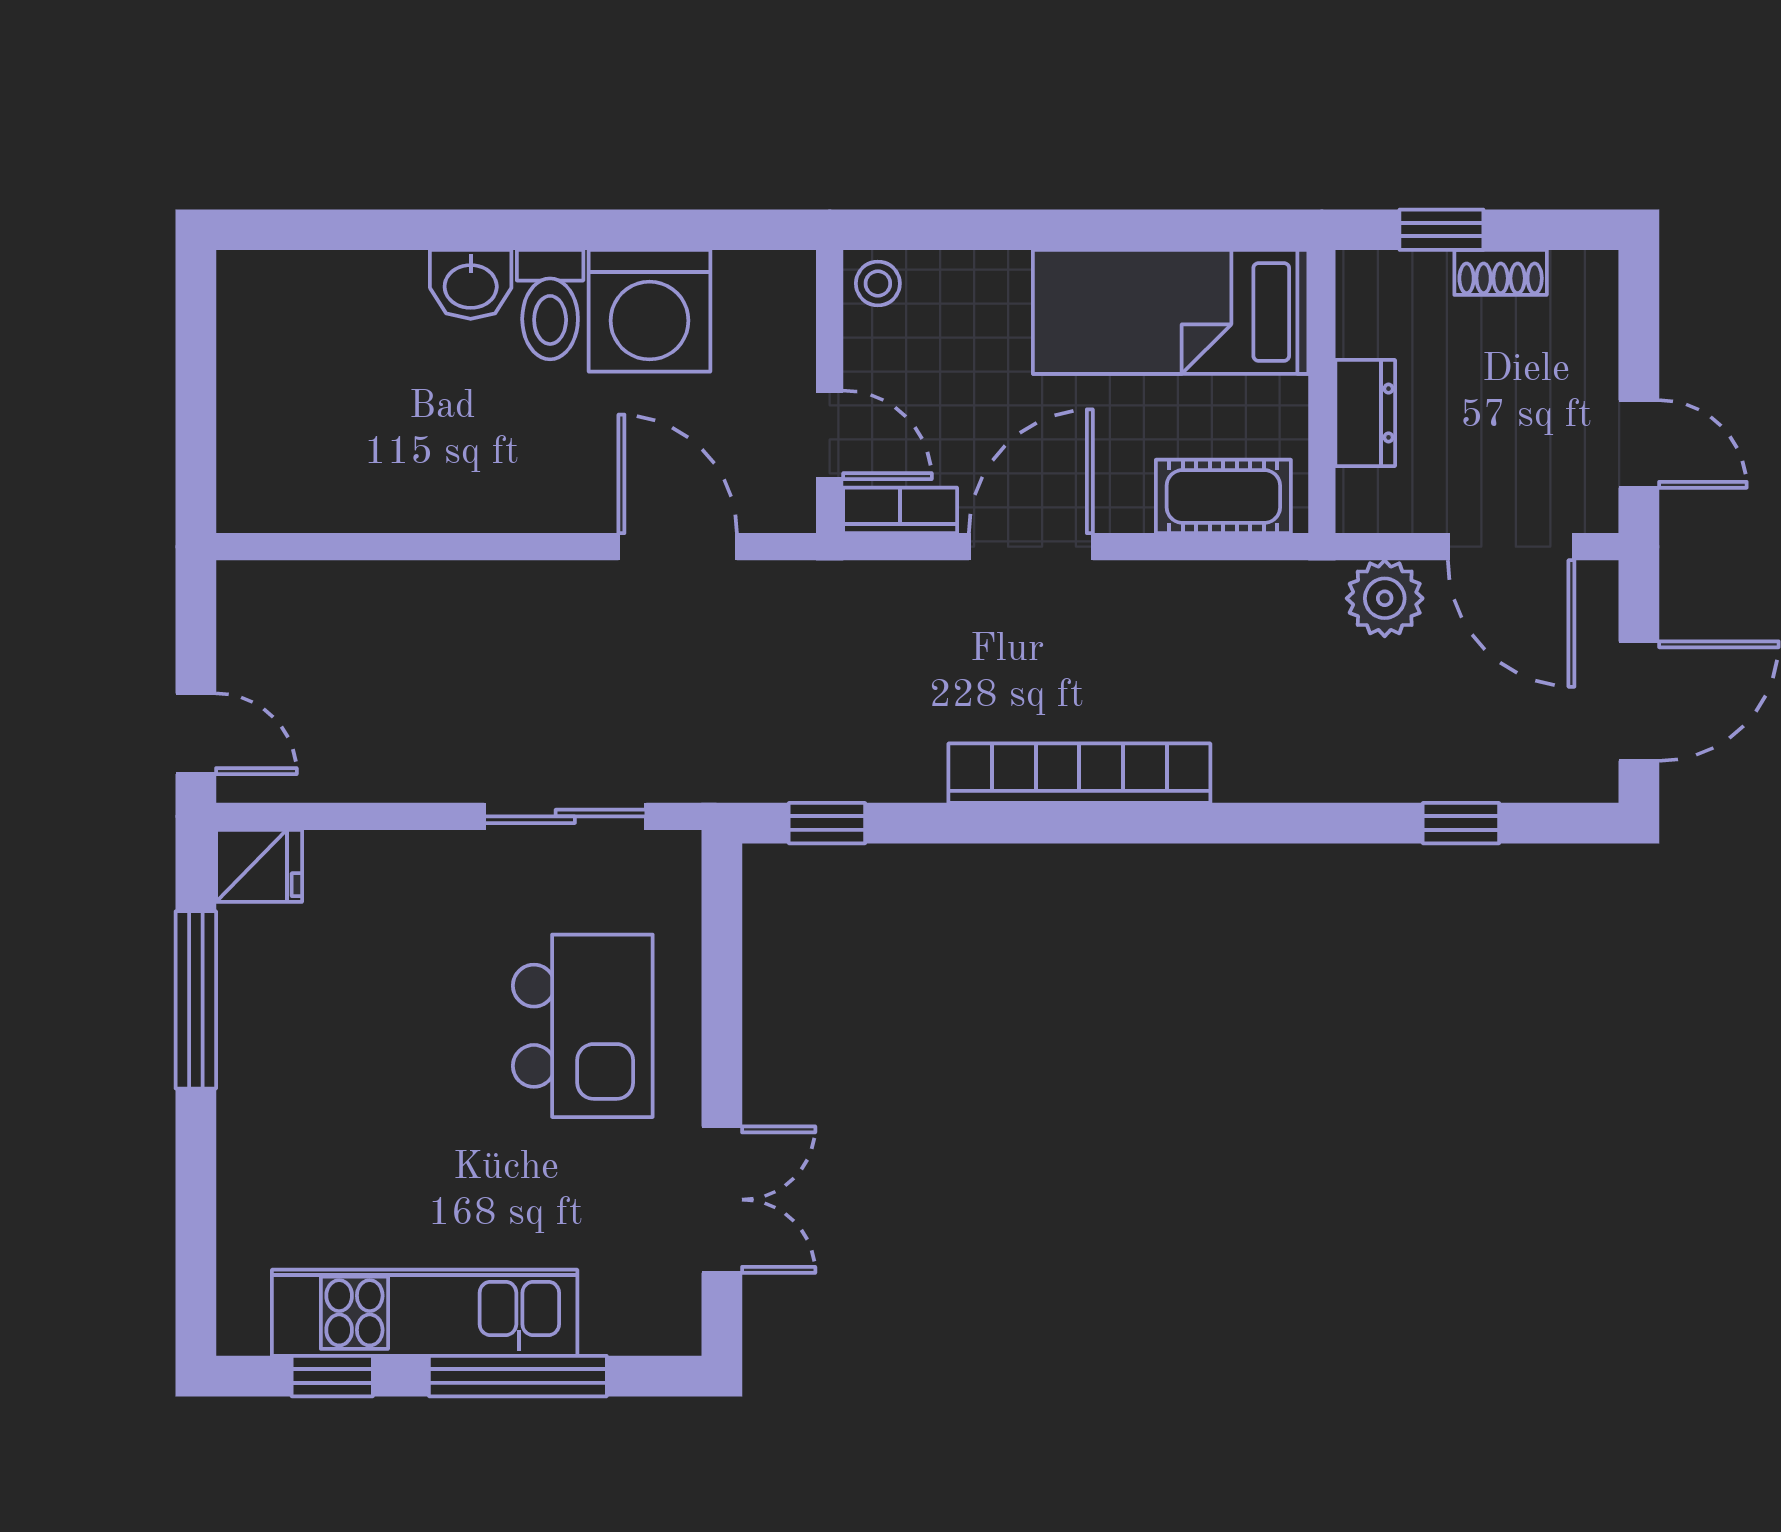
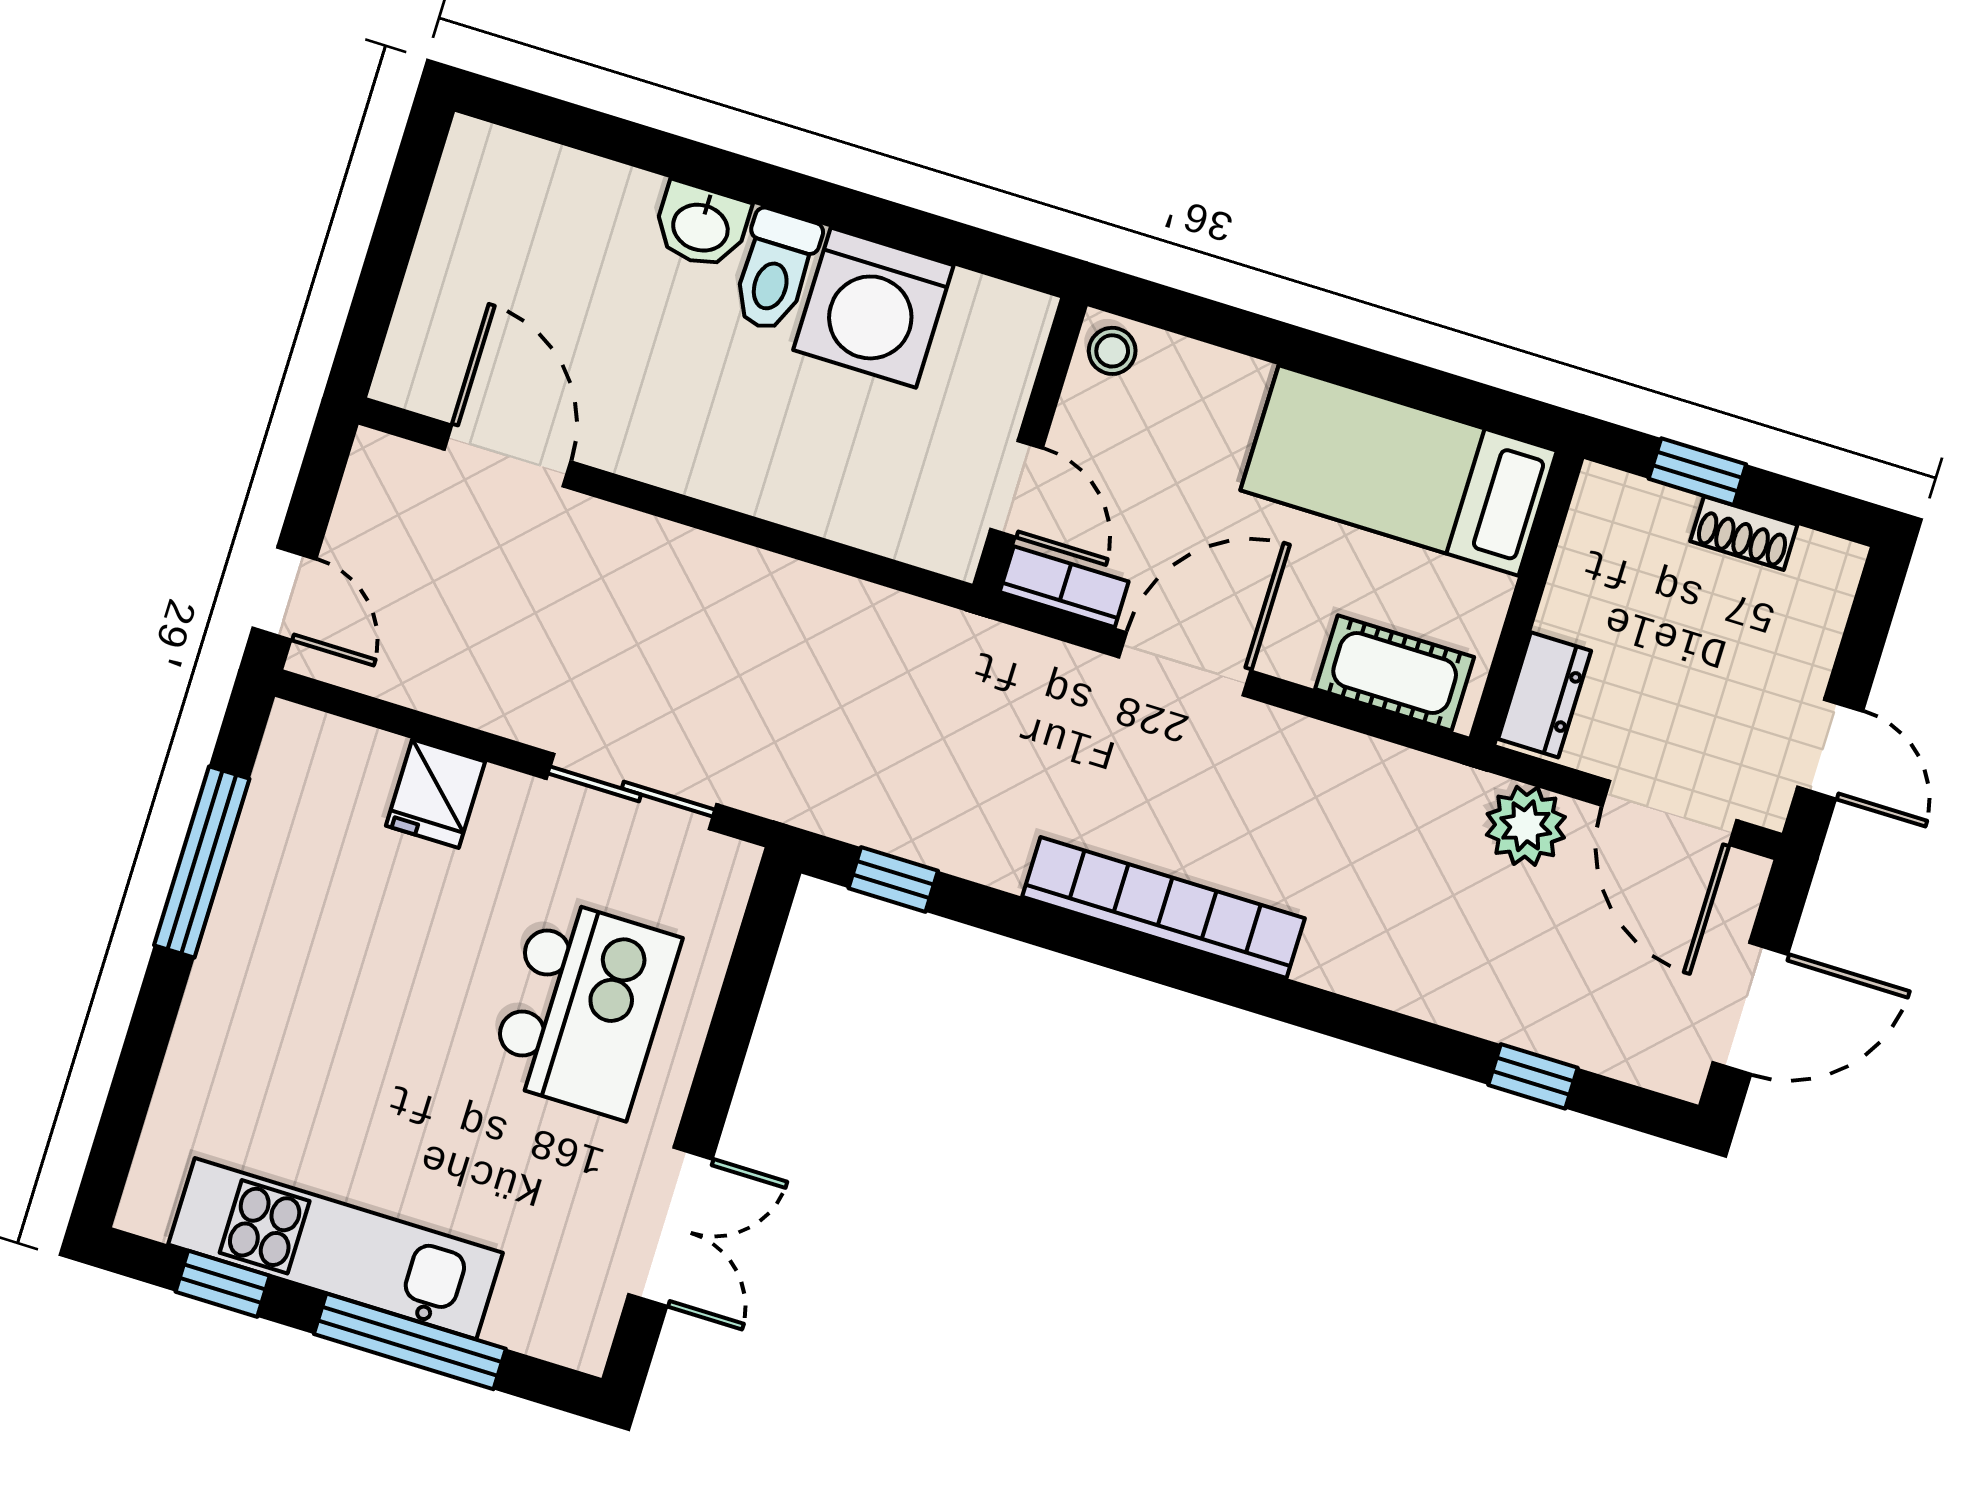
dresser: (1365, 413) -> (1545, 695), moved
door: (678, 547) -> (508, 456), moved
fridge: (259, 866) -> (435, 794), moved, turned 90

